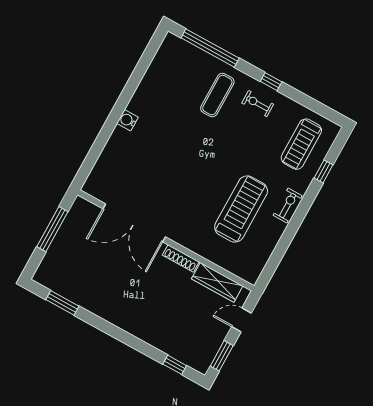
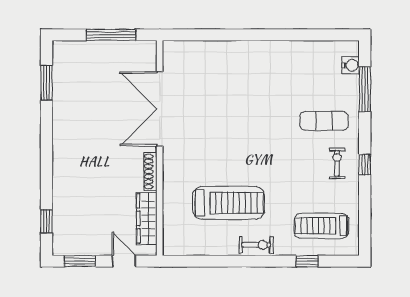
window: (210, 48) -> (365, 89), width x0.68
water cooler: (128, 120) -> (351, 65), moved, turned 90

